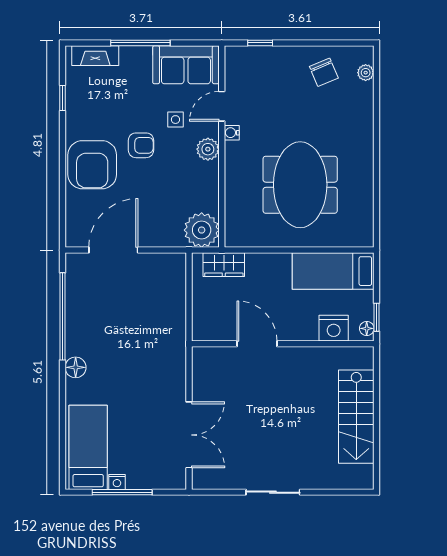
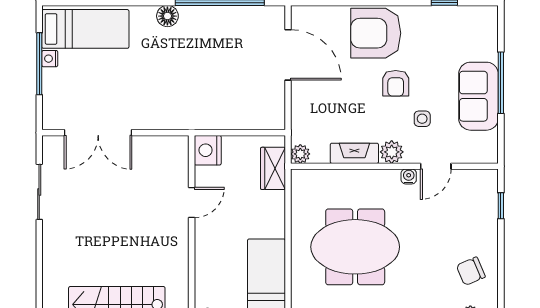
fireplace: (95, 56) -> (354, 153), moved, turned 90
sofa: (186, 65) -> (478, 96), moved
door: (222, 106) -> (436, 166), swing flipped
plant: (202, 230) -> (300, 154), width x0.53, depth x0.53
nightstand: (334, 328) -> (208, 150), moved
door: (257, 344) -> (192, 203), width x0.73
sliding door: (273, 492) -> (39, 192), moved

